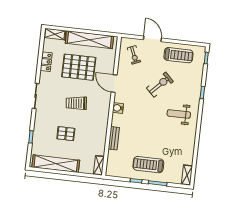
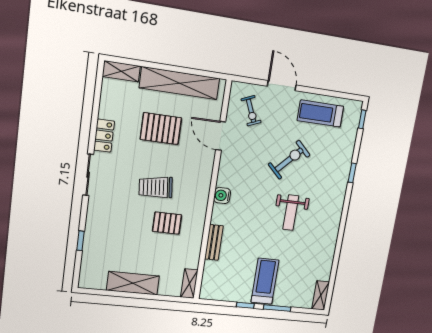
treadmill: (178, 55) -> (320, 113), turned 180
locker: (46, 62) -> (104, 136), moved
pallet: (79, 67) -> (161, 129), width x0.73, depth x0.71
door: (114, 84) -> (221, 136), moved
weight bench: (179, 114) -> (291, 213), moved, turned -90
pallet: (66, 134) -> (167, 223), moved
shelving: (56, 164) -> (133, 283), width x0.68
treadmill: (148, 165) -> (265, 281), turned 90

